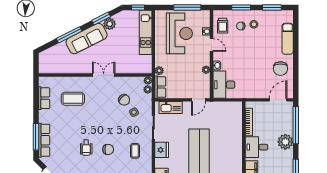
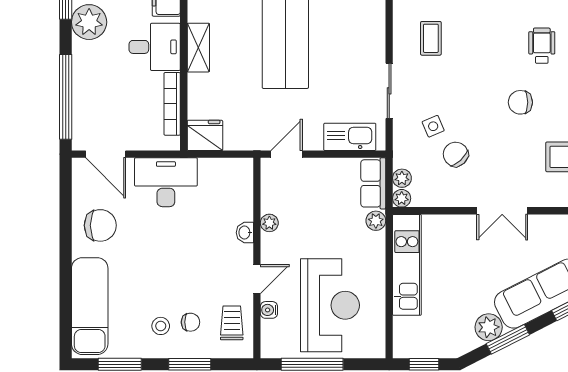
kitchen unit: (146, 32) -> (407, 265), moved
reception desk: (179, 33) -> (330, 305), turned 180
exam couch: (288, 39) -> (90, 306), width x1.36, depth x1.45
door: (212, 45) -> (257, 279), swing flipped
chair: (280, 69) -> (100, 225), turned 90
desk: (224, 85) -> (166, 182), moved, turned -90
door: (278, 100) -> (106, 154), hinge flipped
plant: (285, 142) -> (89, 22), moved
shelving: (237, 147) -> (198, 48), added
chair: (108, 149) -> (520, 102), moved
fridge: (162, 150) -> (205, 135), moved, turned 90

